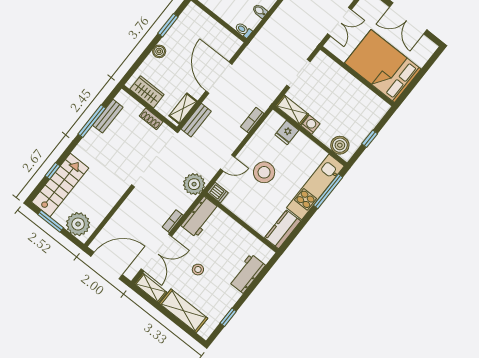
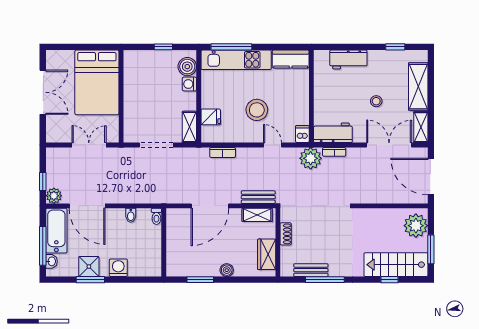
washing machine: (310, 125) -> (189, 84), moved
bookcase: (173, 221) -> (334, 152), moved

